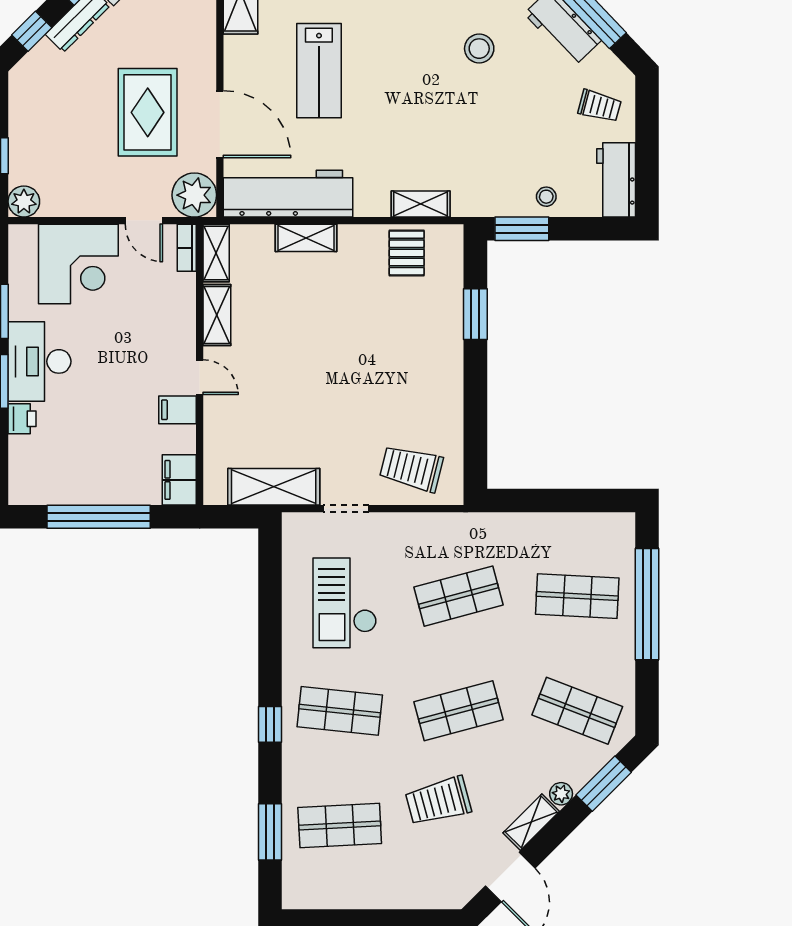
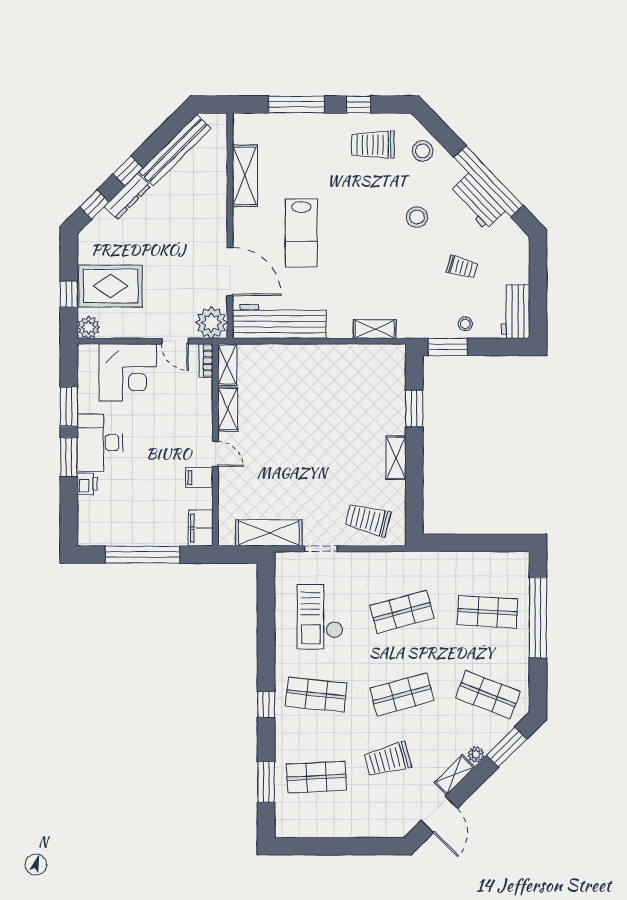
trolley: (600, 106) -> (462, 267), moved
rug: (148, 112) -> (111, 286), moved, turned 90
shelving: (306, 238) -> (396, 458), moved, turned 90
pallet: (407, 253) -> (365, 364), removed

